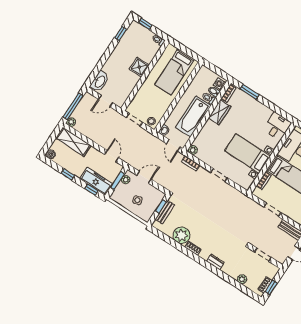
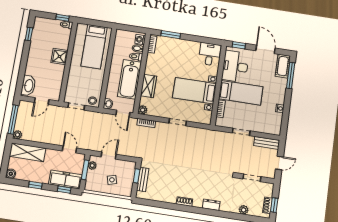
window: (145, 24) -> (62, 18), moved
wardrobe: (220, 112) -> (148, 86), moved
plant: (181, 235) -> (168, 194), removed

